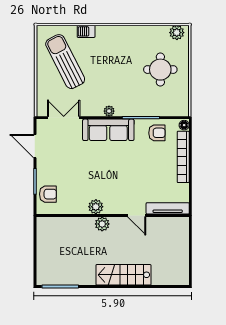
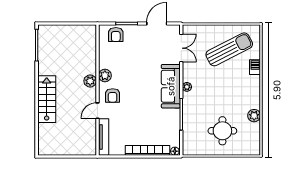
plant: (177, 33) -> (254, 116), moved
armchair: (157, 133) -> (113, 95), moved

